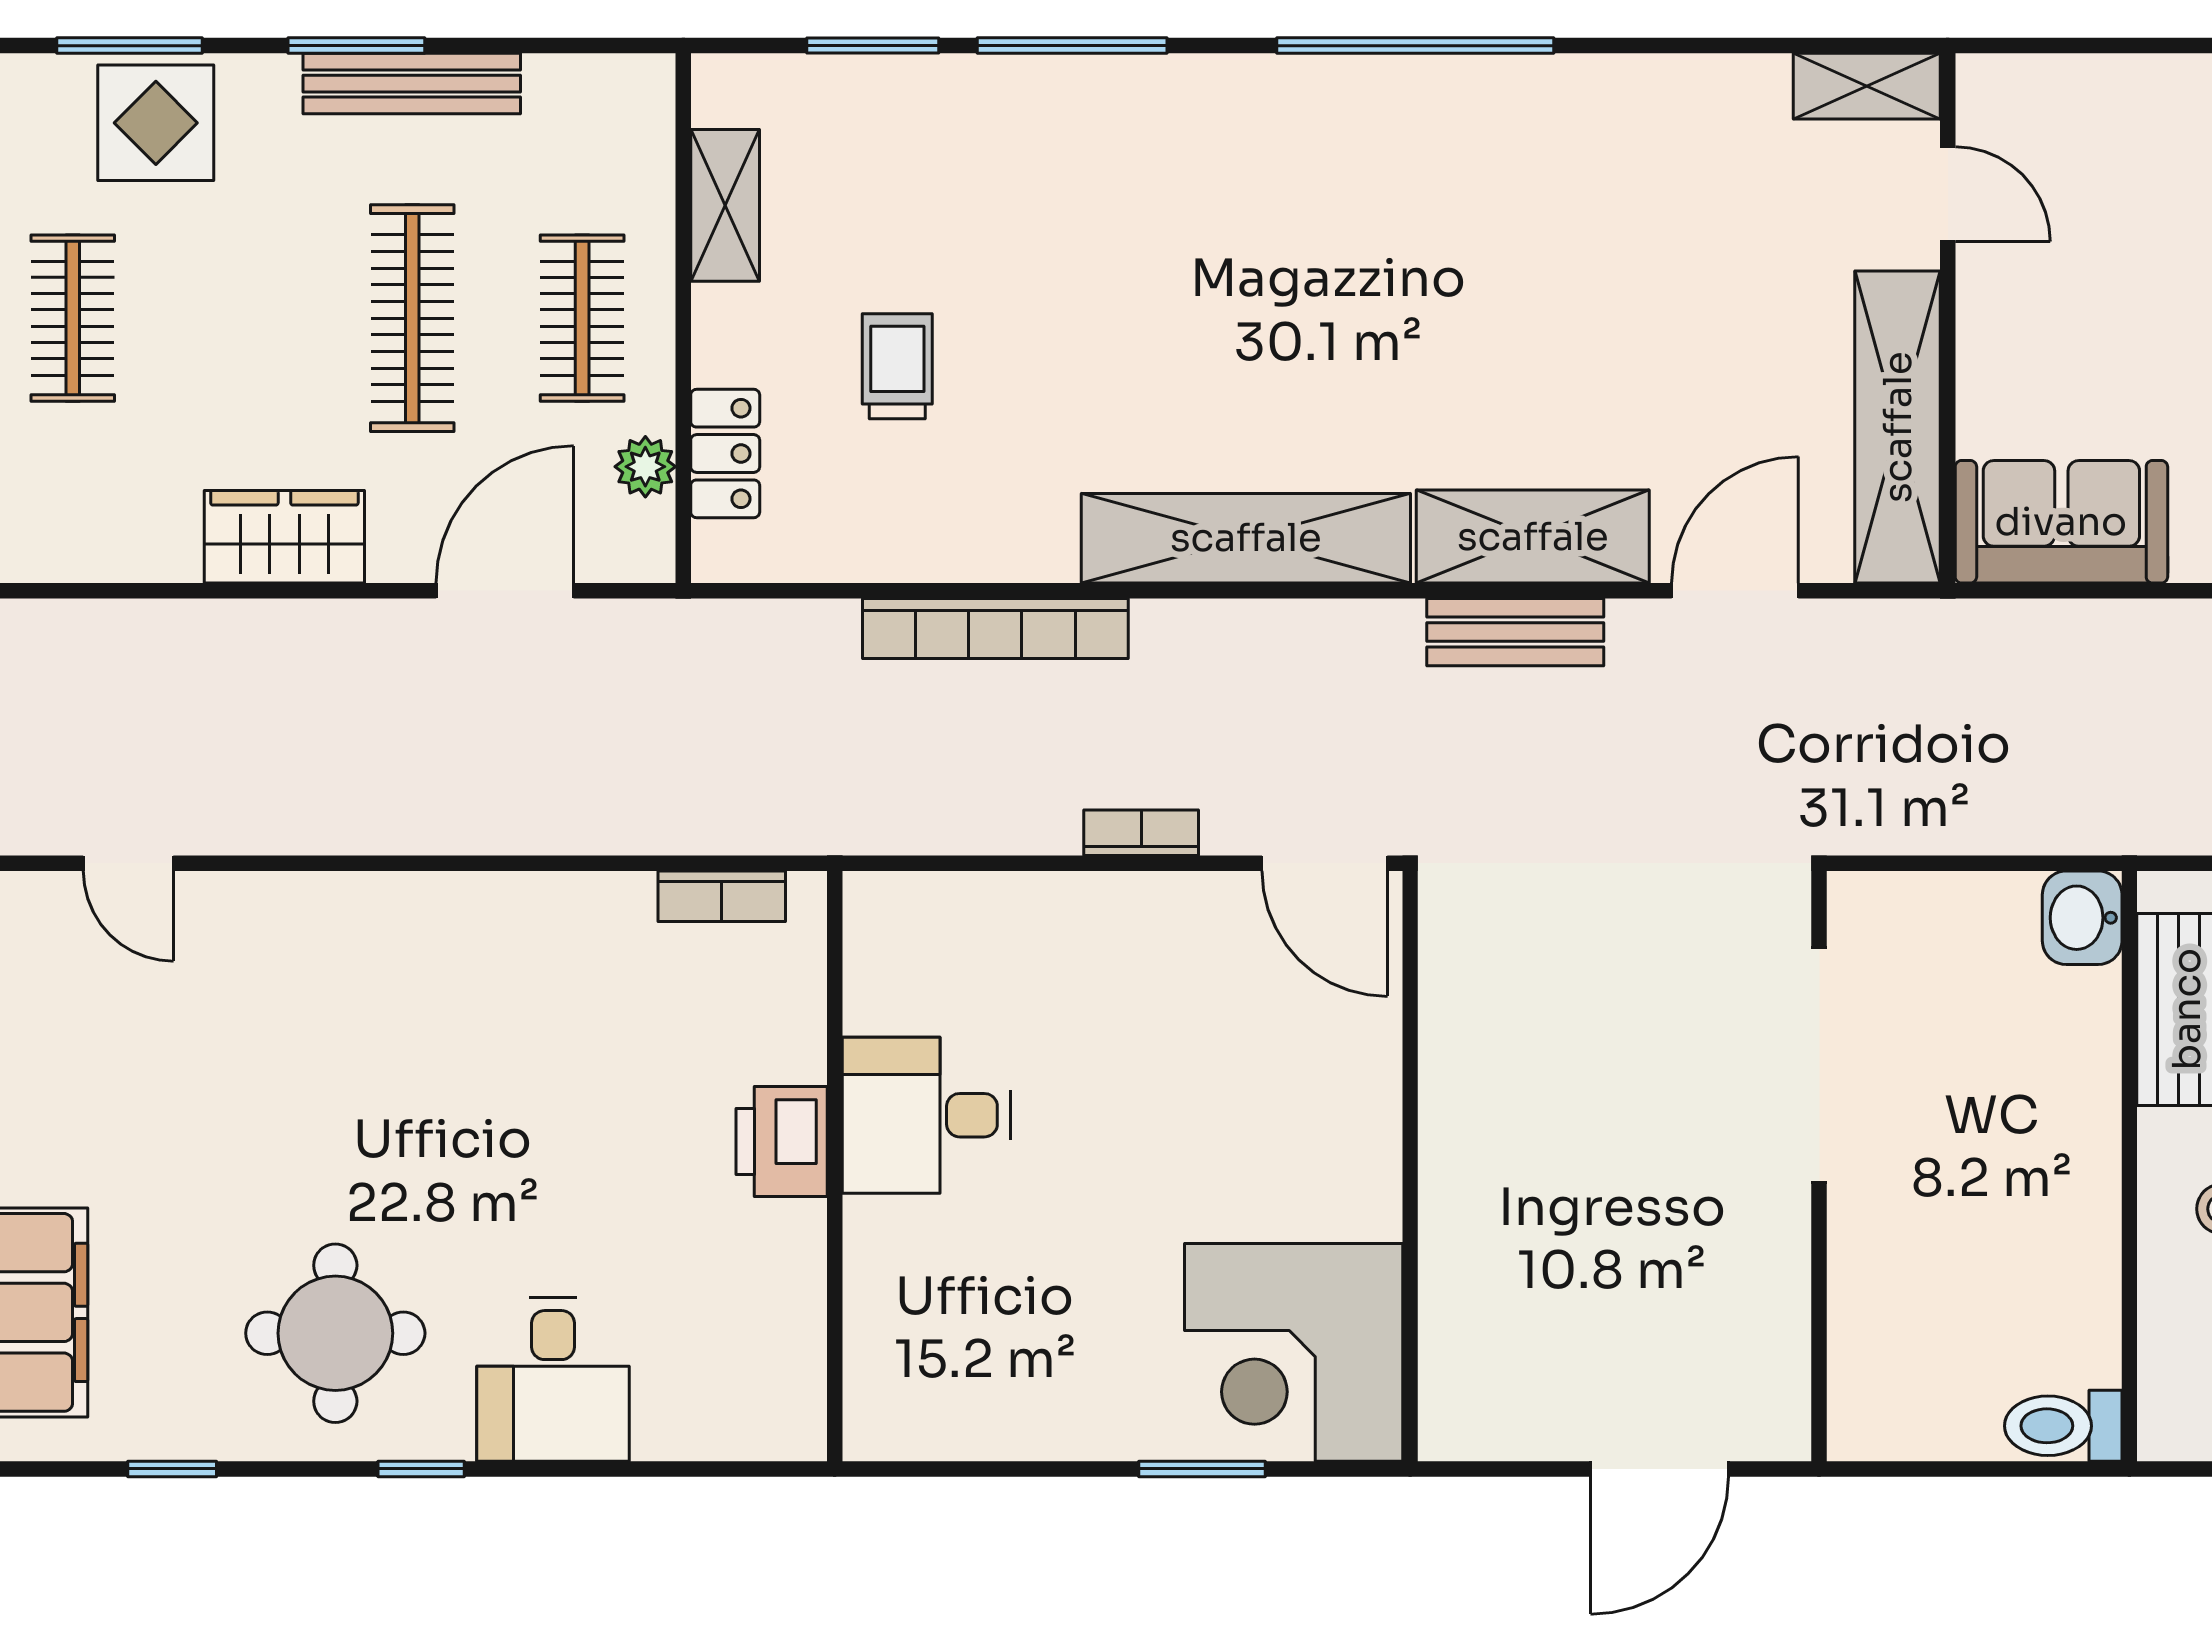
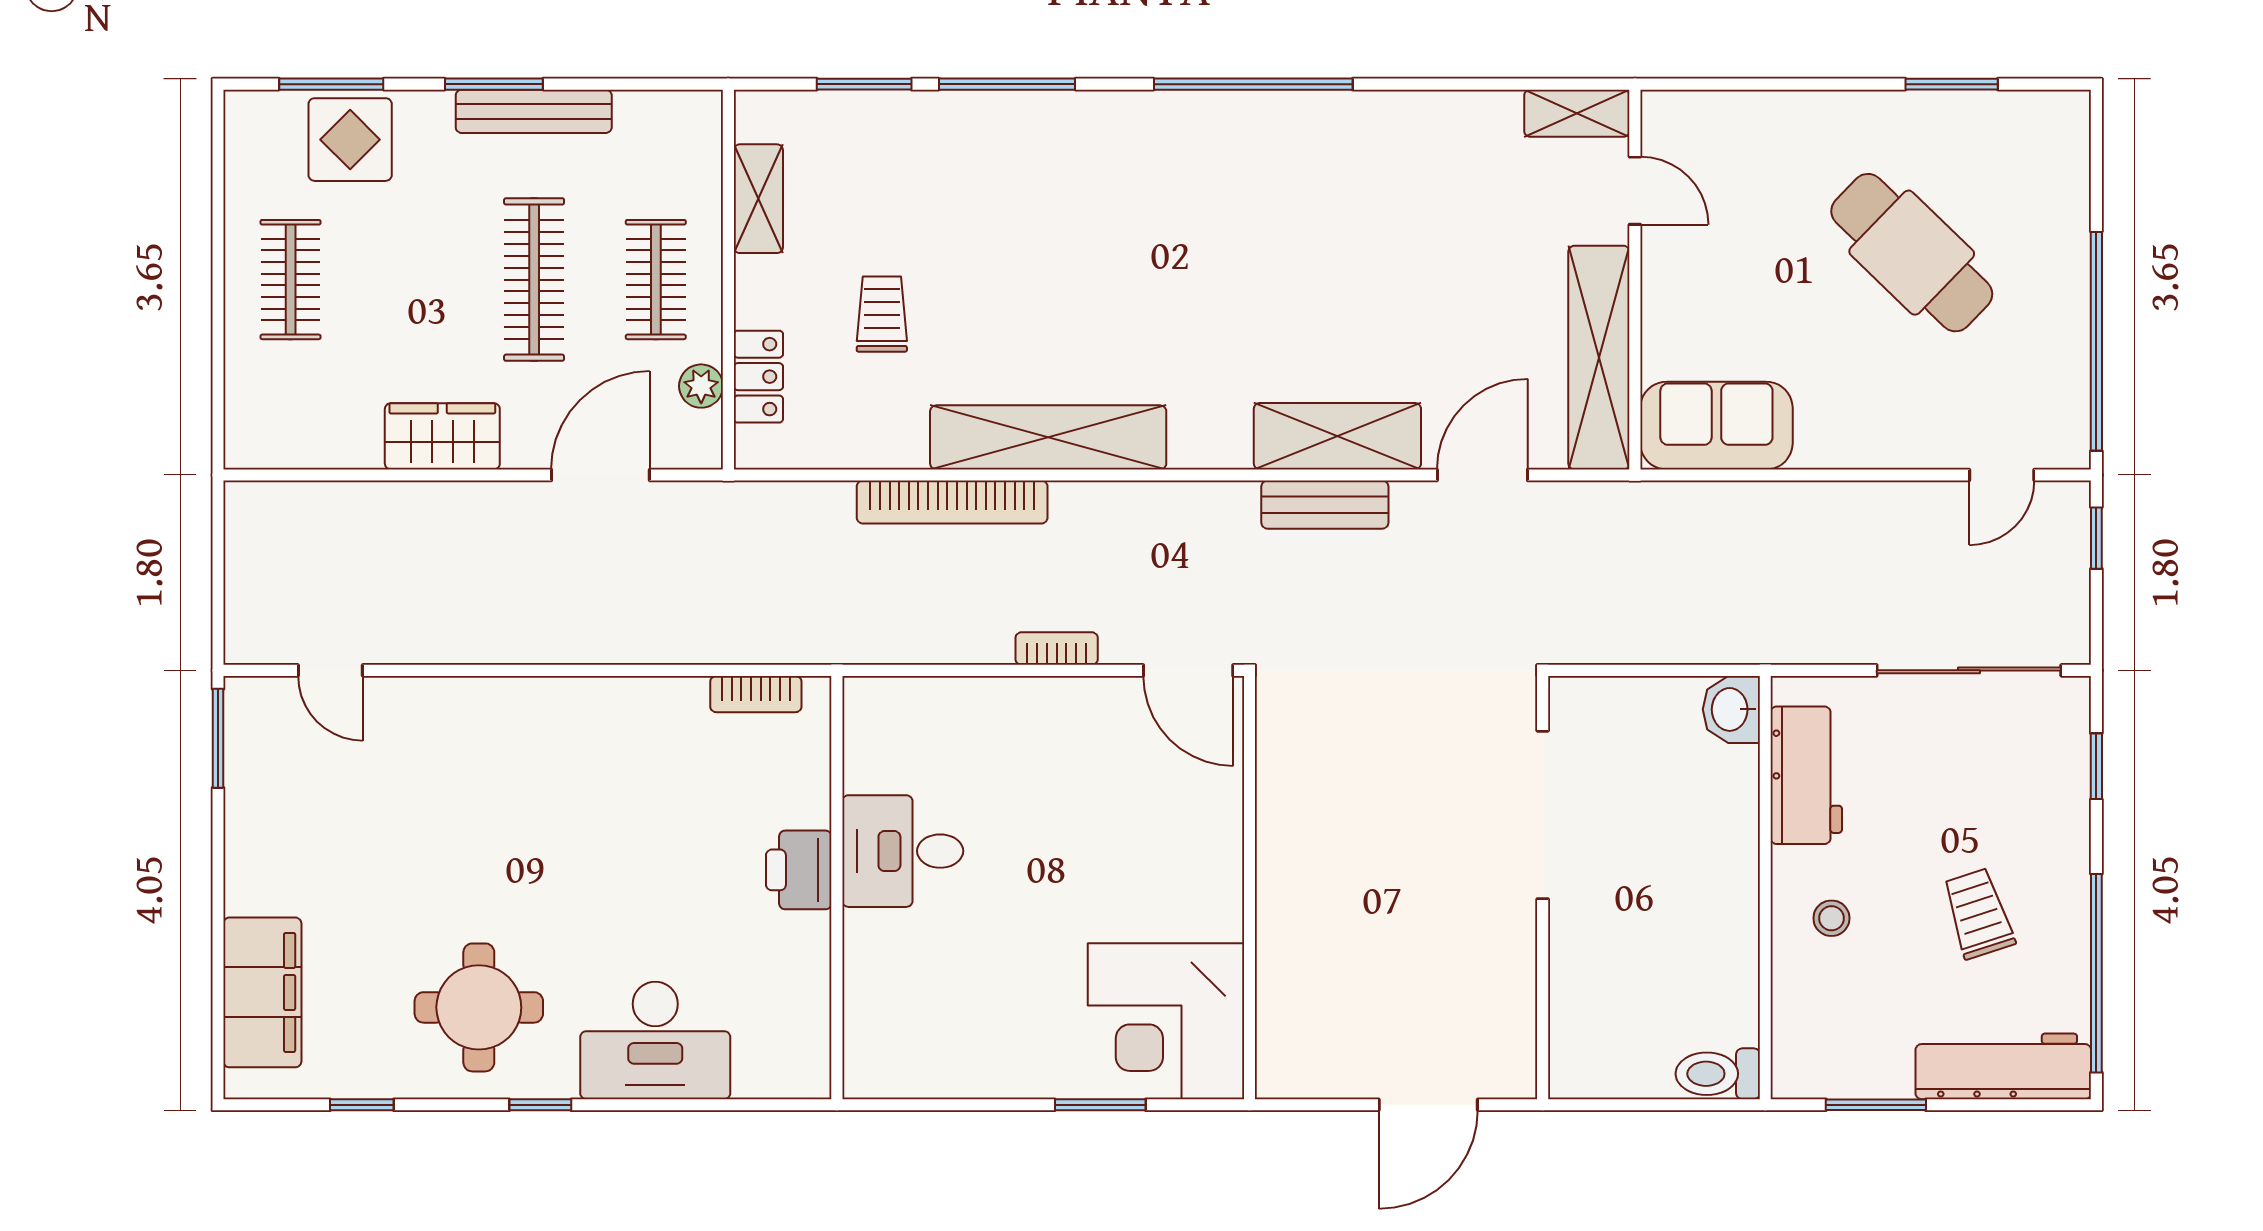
shelving: (1246, 538) -> (1048, 437), moved
desk: (553, 1379) -> (655, 1040), width x1.37

